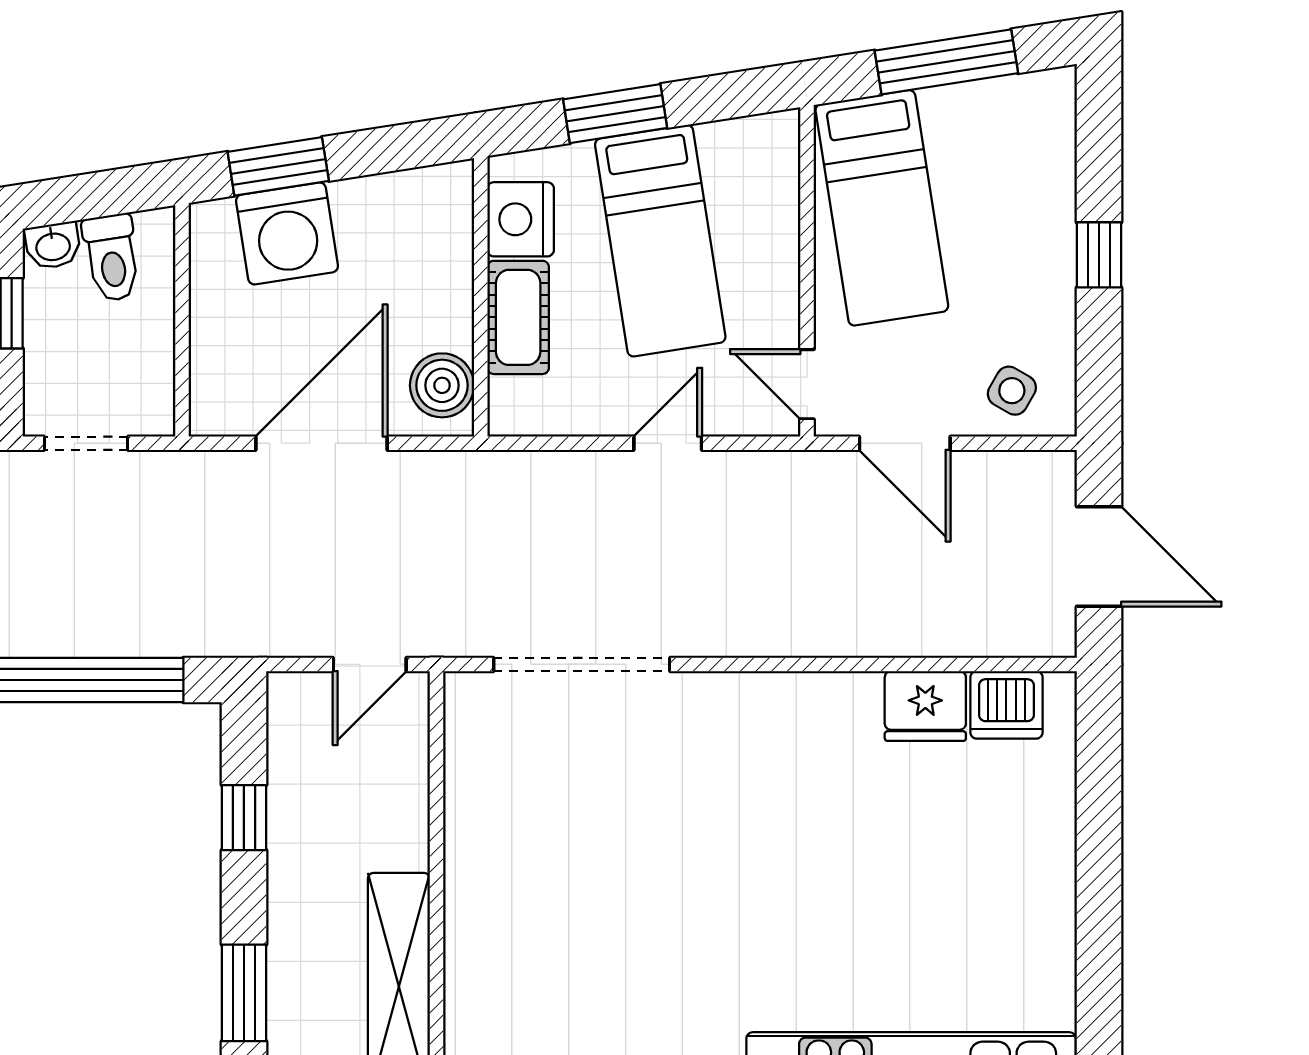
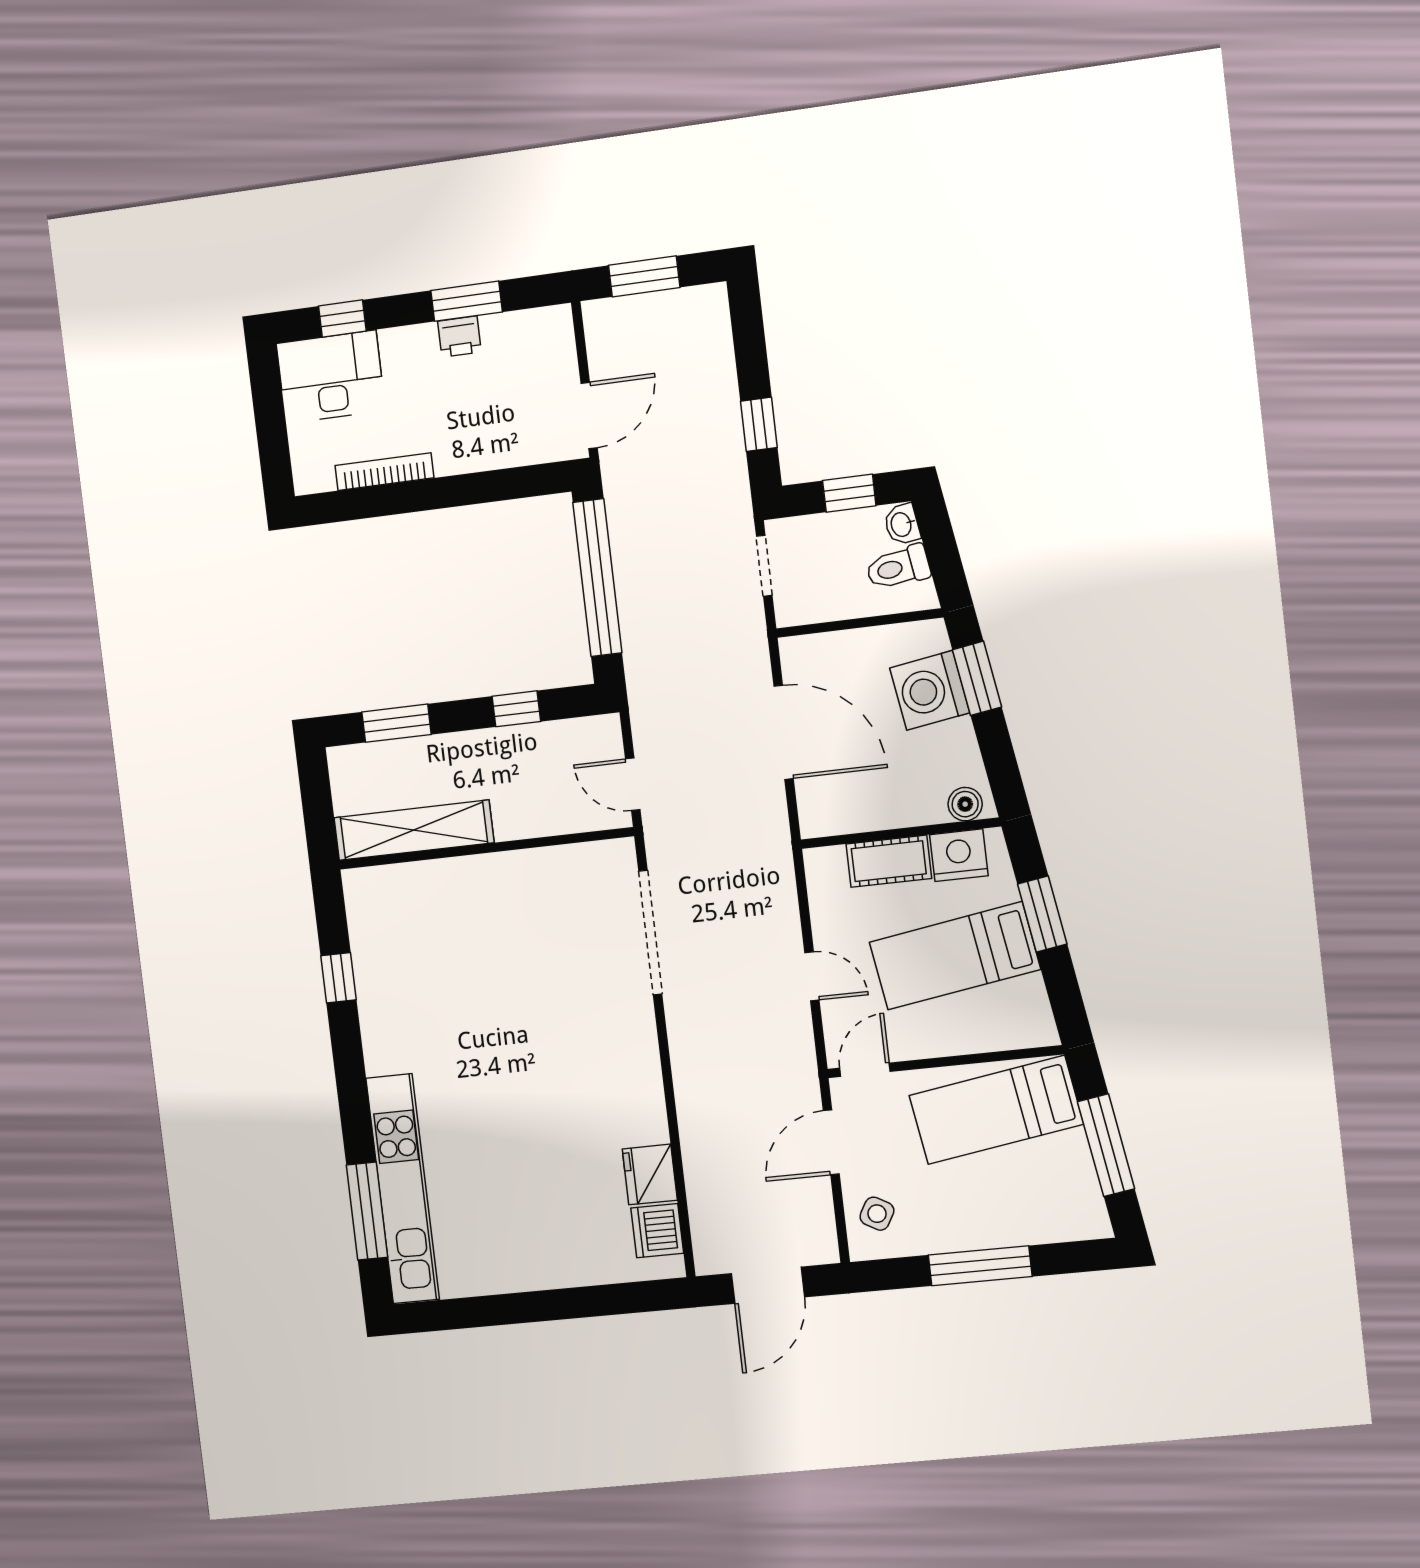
window: (1099, 255) -> (980, 1266), width x2.17
boiler: (442, 385) -> (965, 804), moved, width x0.73, depth x0.73

